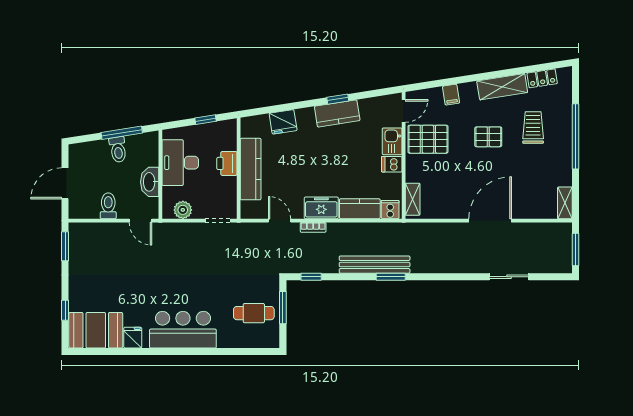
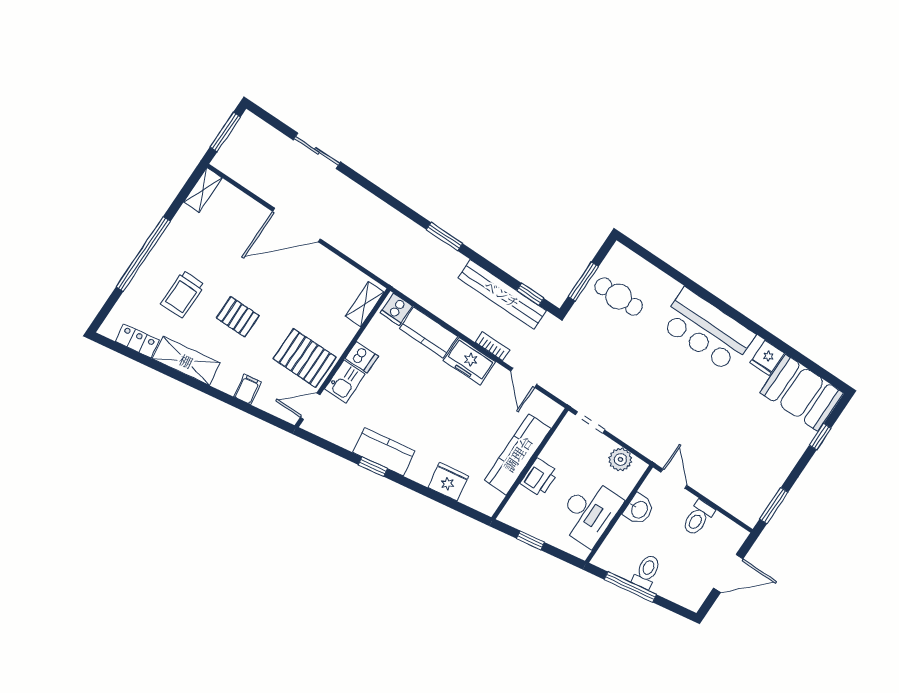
washbasin: (150, 182) -> (639, 509), width x0.72
bench: (375, 265) -> (502, 294), moved

